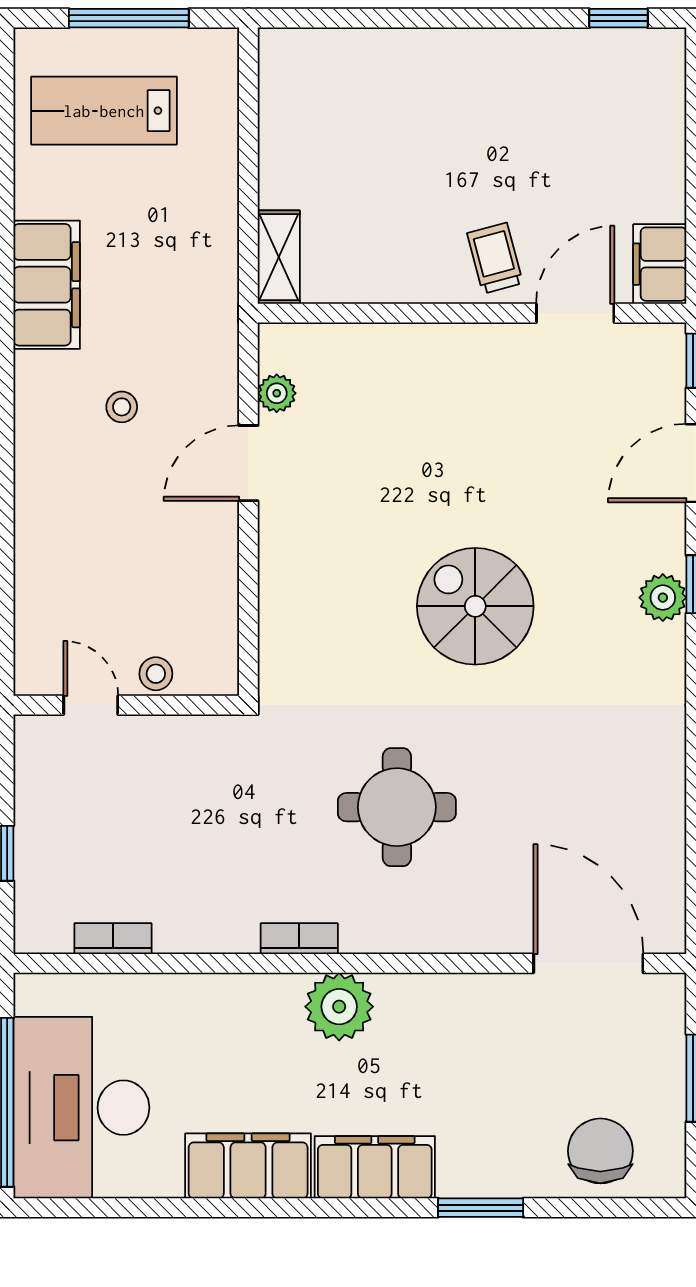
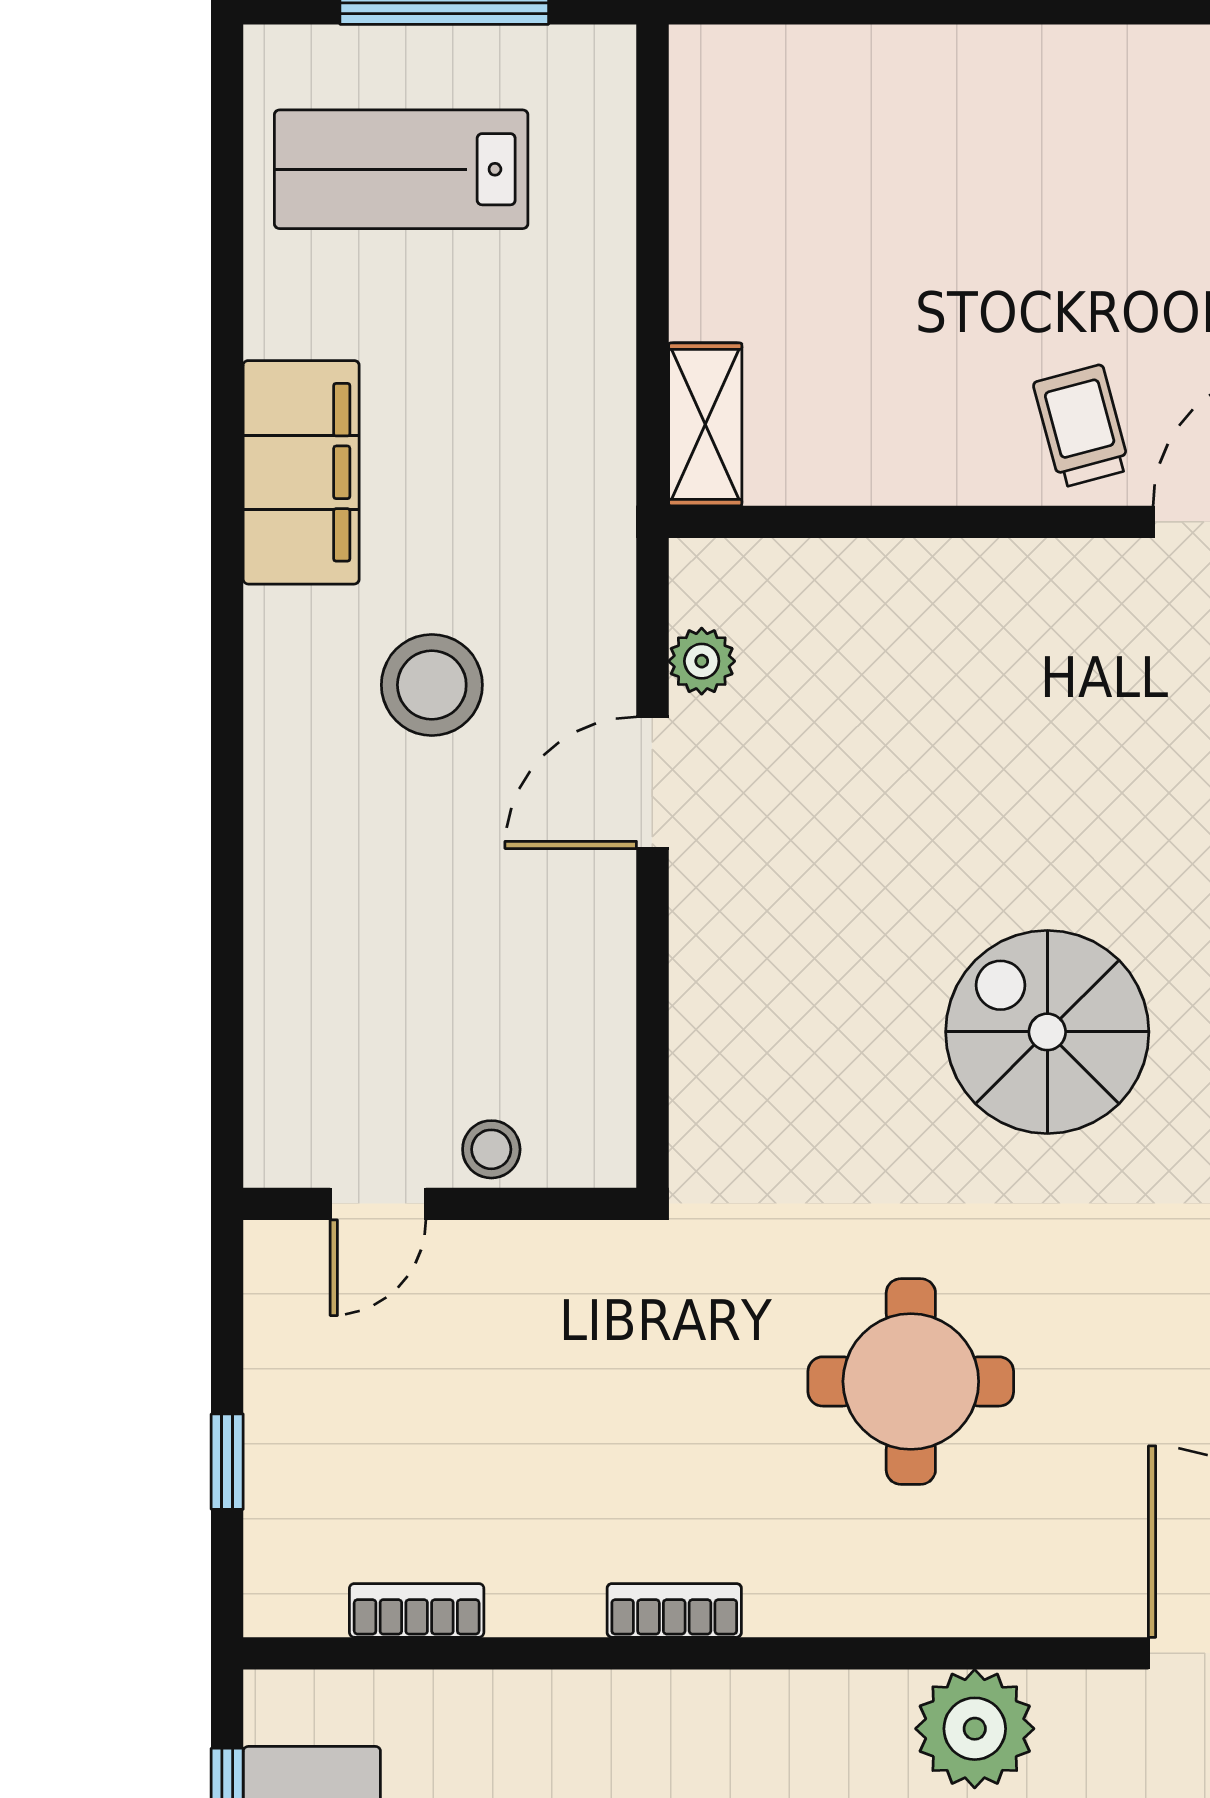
stool: (122, 407) -> (432, 685), width x1.89, depth x1.89
door: (91, 705) -> (378, 1204), swing flipped
bookcase: (299, 939) -> (674, 1610), moved
plant: (339, 1007) -> (975, 1729), moved

